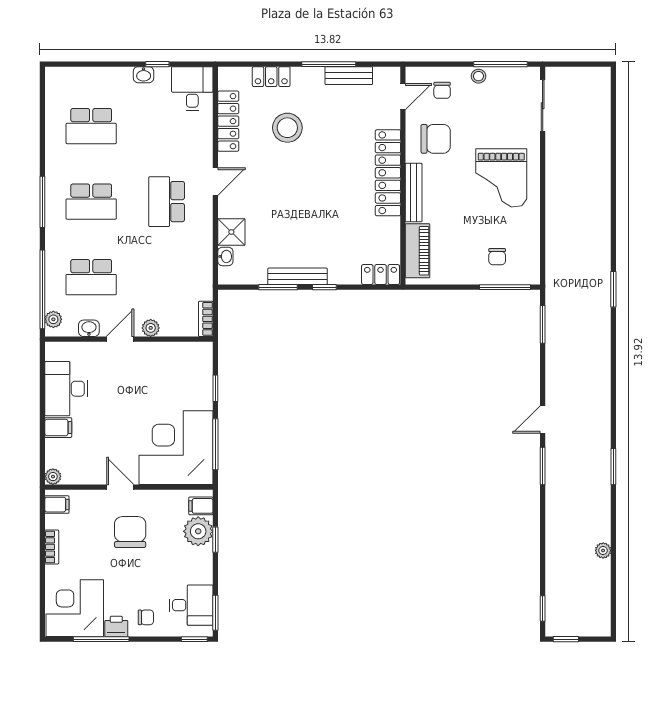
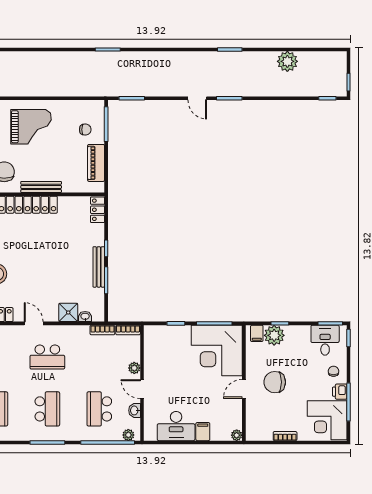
piano: (418, 251) -> (96, 163), moved, turned -90
school desk: (91, 277) -> (99, 409), turned 180
bookcase: (206, 282) -> (102, 330), added
filing cabinet: (57, 505) -> (256, 433), removed
plant: (603, 550) -> (287, 61), width x1.88, depth x1.88

